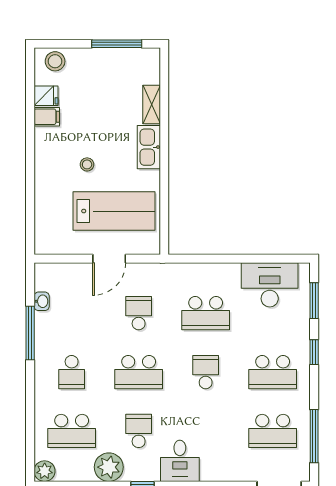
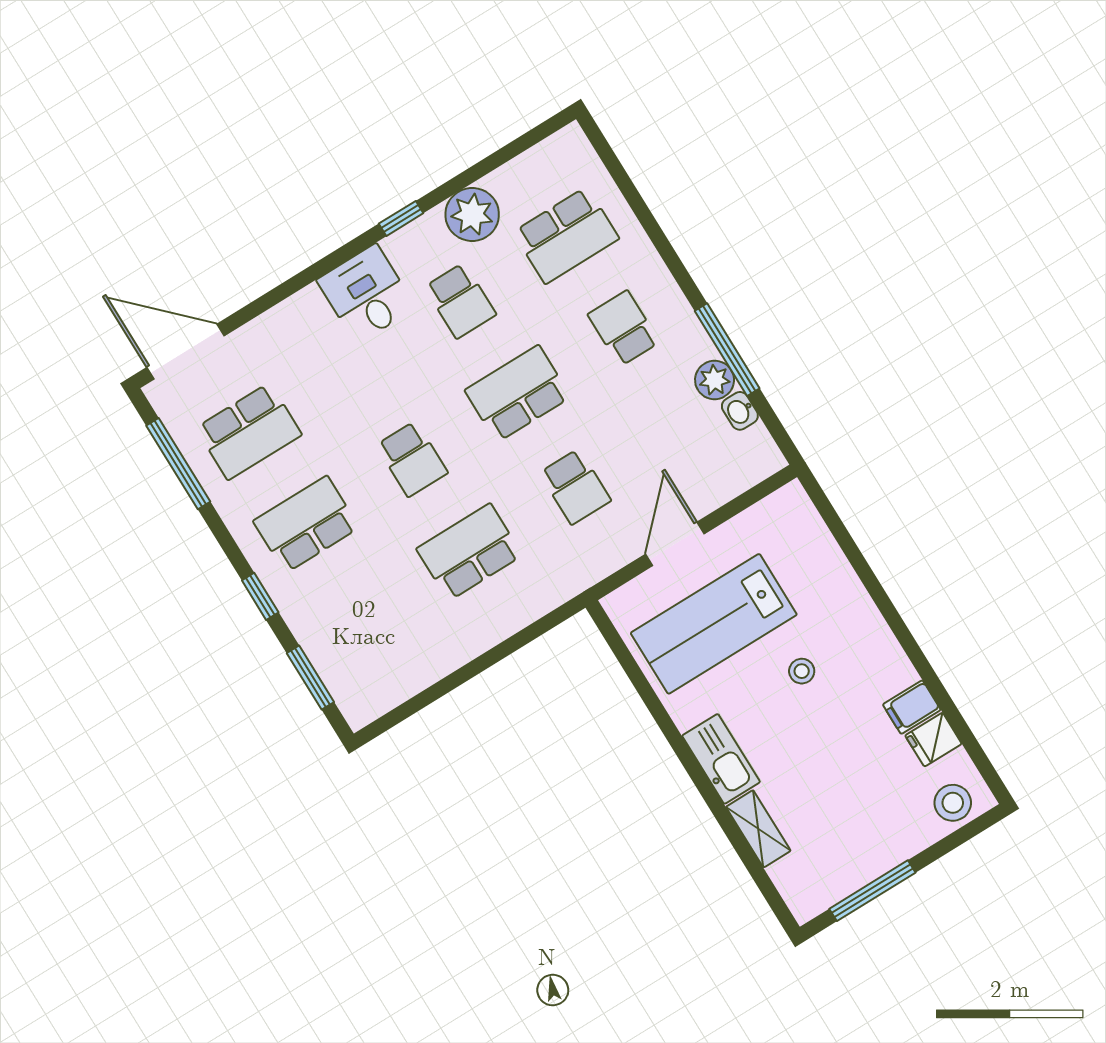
desk: (270, 285) -> (396, 659), removed
school desk: (72, 431) -> (566, 235), turned 180
school desk: (273, 431) -> (249, 431), turned 180
plant: (45, 471) -> (715, 380), moved

